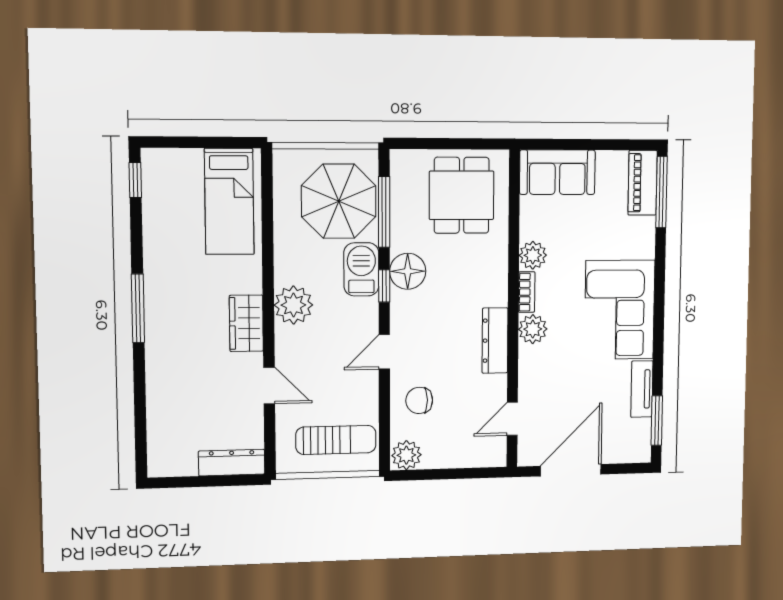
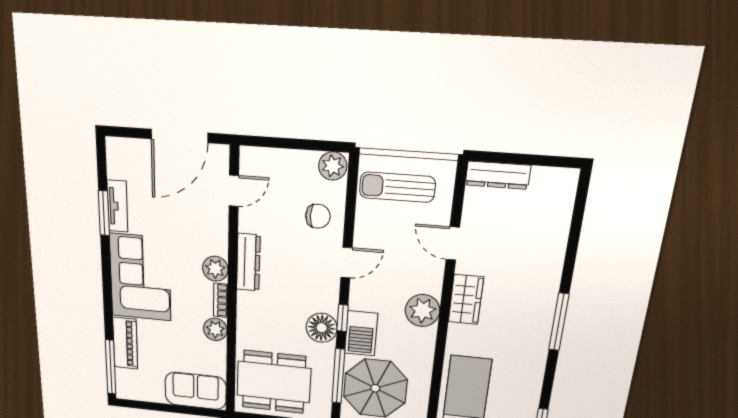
piano: (643, 183) -> (125, 343), moved
dining table: (462, 195) -> (274, 382), width x1.38
window: (657, 421) -> (104, 213), moved

